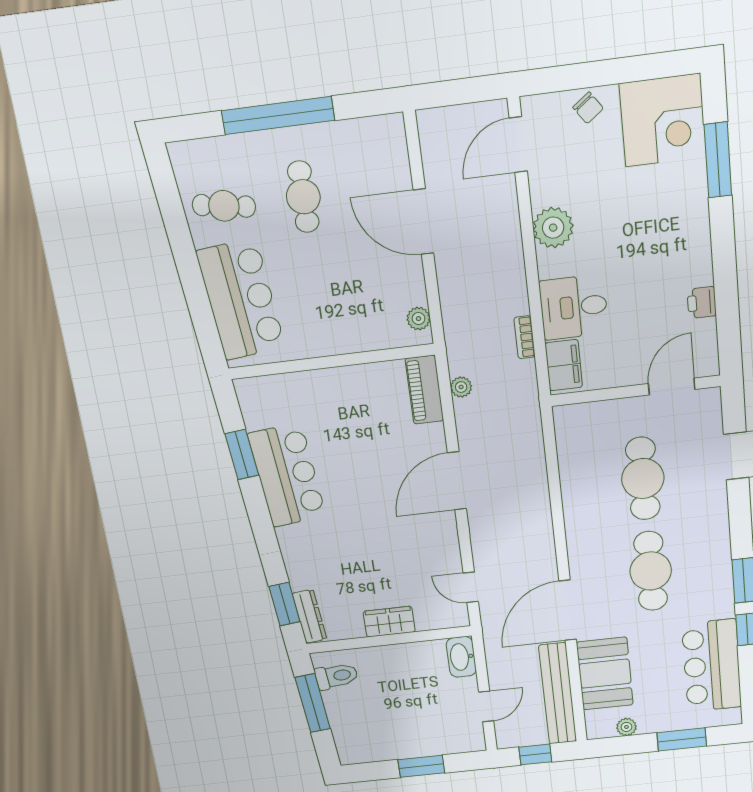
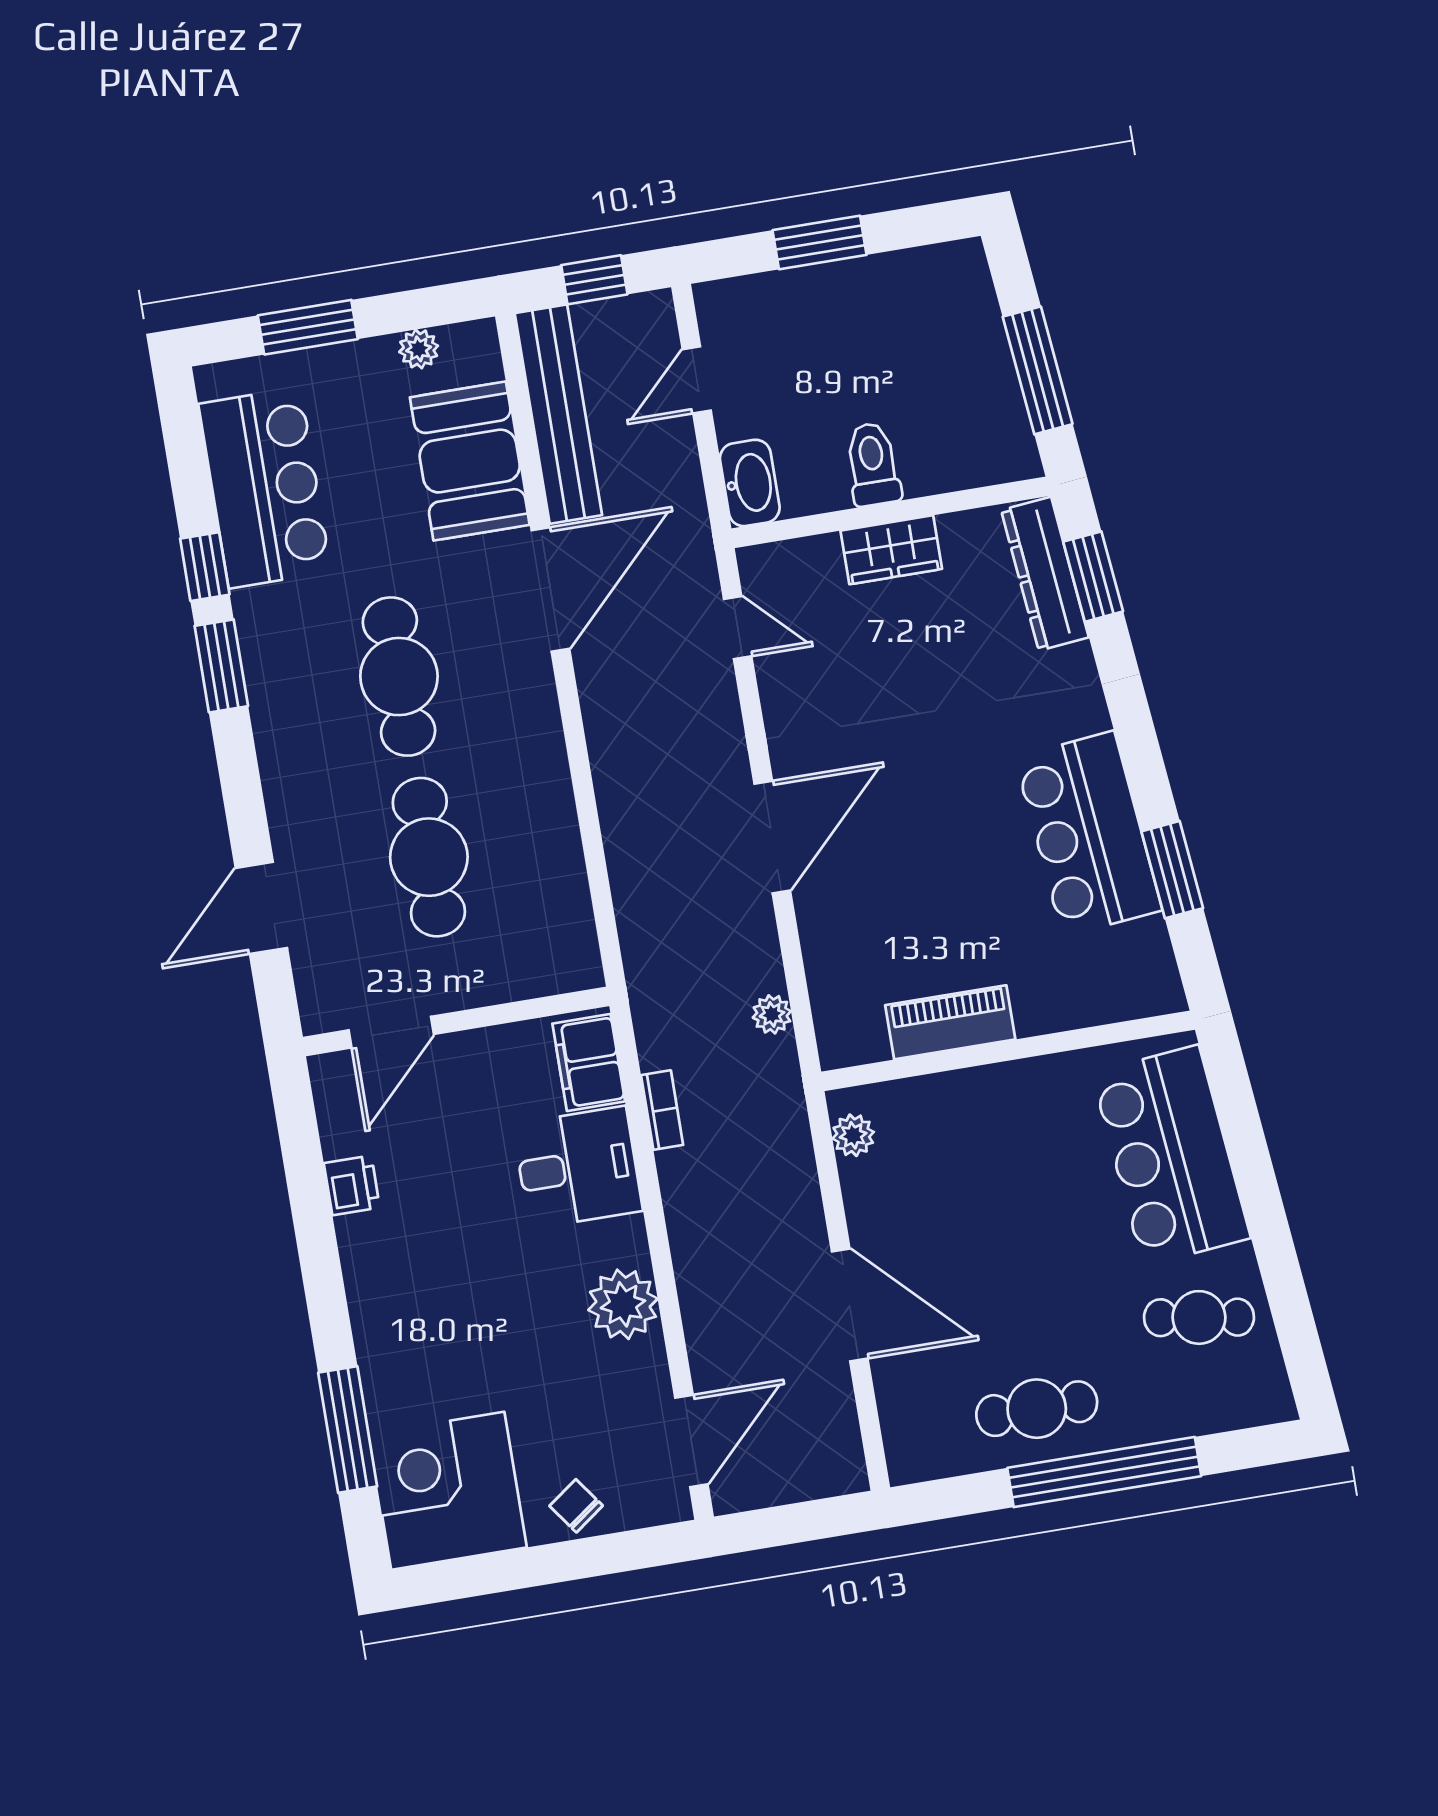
cafe table: (303, 197) -> (1037, 1409), moved, turned 90
piano: (424, 390) -> (950, 1022), moved, turned -90
dresser: (310, 616) -> (1045, 574), width x1.37, depth x1.24
toilet: (336, 676) -> (873, 464), moved, turned 96

